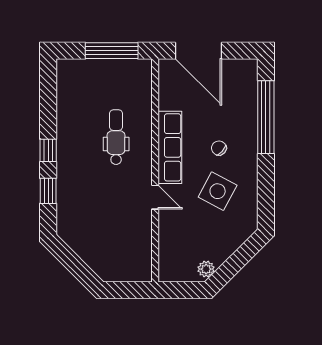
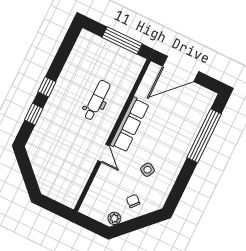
door: (199, 51) -> (181, 69), hinge flipped
chair: (219, 148) -> (133, 201), moved
side table: (218, 191) -> (147, 170), width x0.54, depth x0.54

